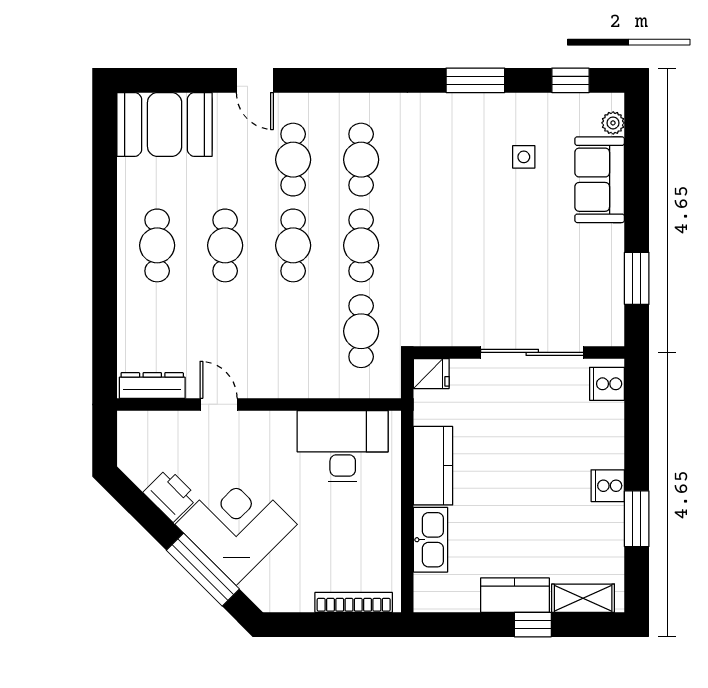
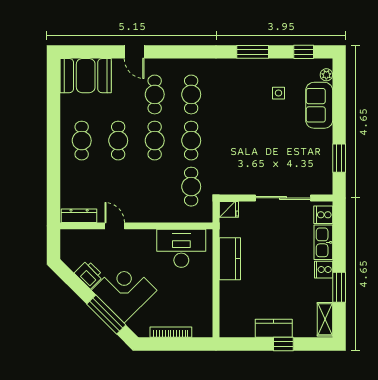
kitchen sink: (431, 540) -> (323, 242), moved, turned 180
shelving: (583, 598) -> (325, 319), moved, turned 90
bookcase: (354, 602) -> (171, 332), moved

